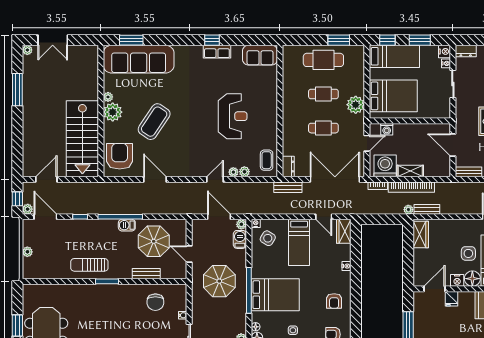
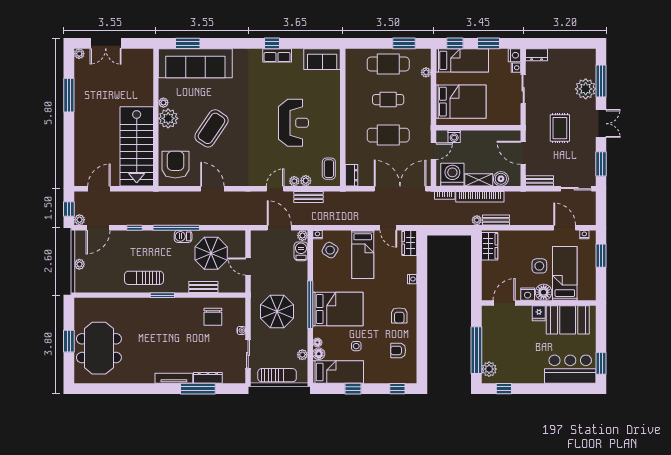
plant: (356, 105) -> (426, 72), moved, width x0.53, depth x0.53
cafe table: (323, 128) -> (388, 135), width x1.37, depth x1.35
boiler: (432, 170) -> (501, 179), added
bench: (288, 187) -> (309, 197), moved
door: (45, 217) -> (98, 228), swing flipped
parasol: (219, 281) -> (277, 311), moved
fridge: (451, 299) -> (539, 313), moved

